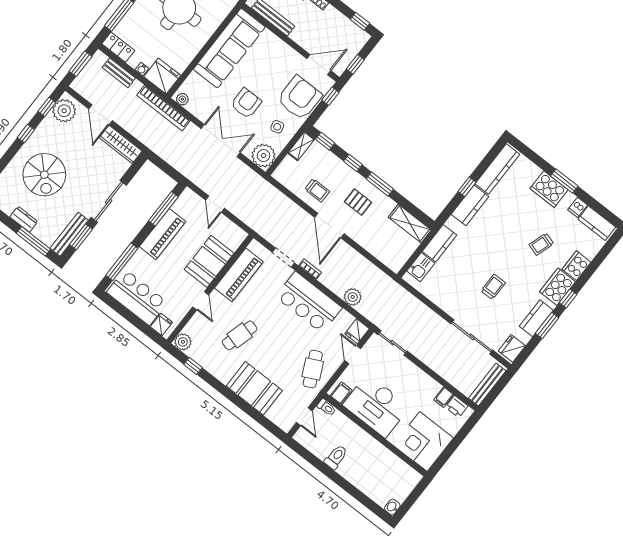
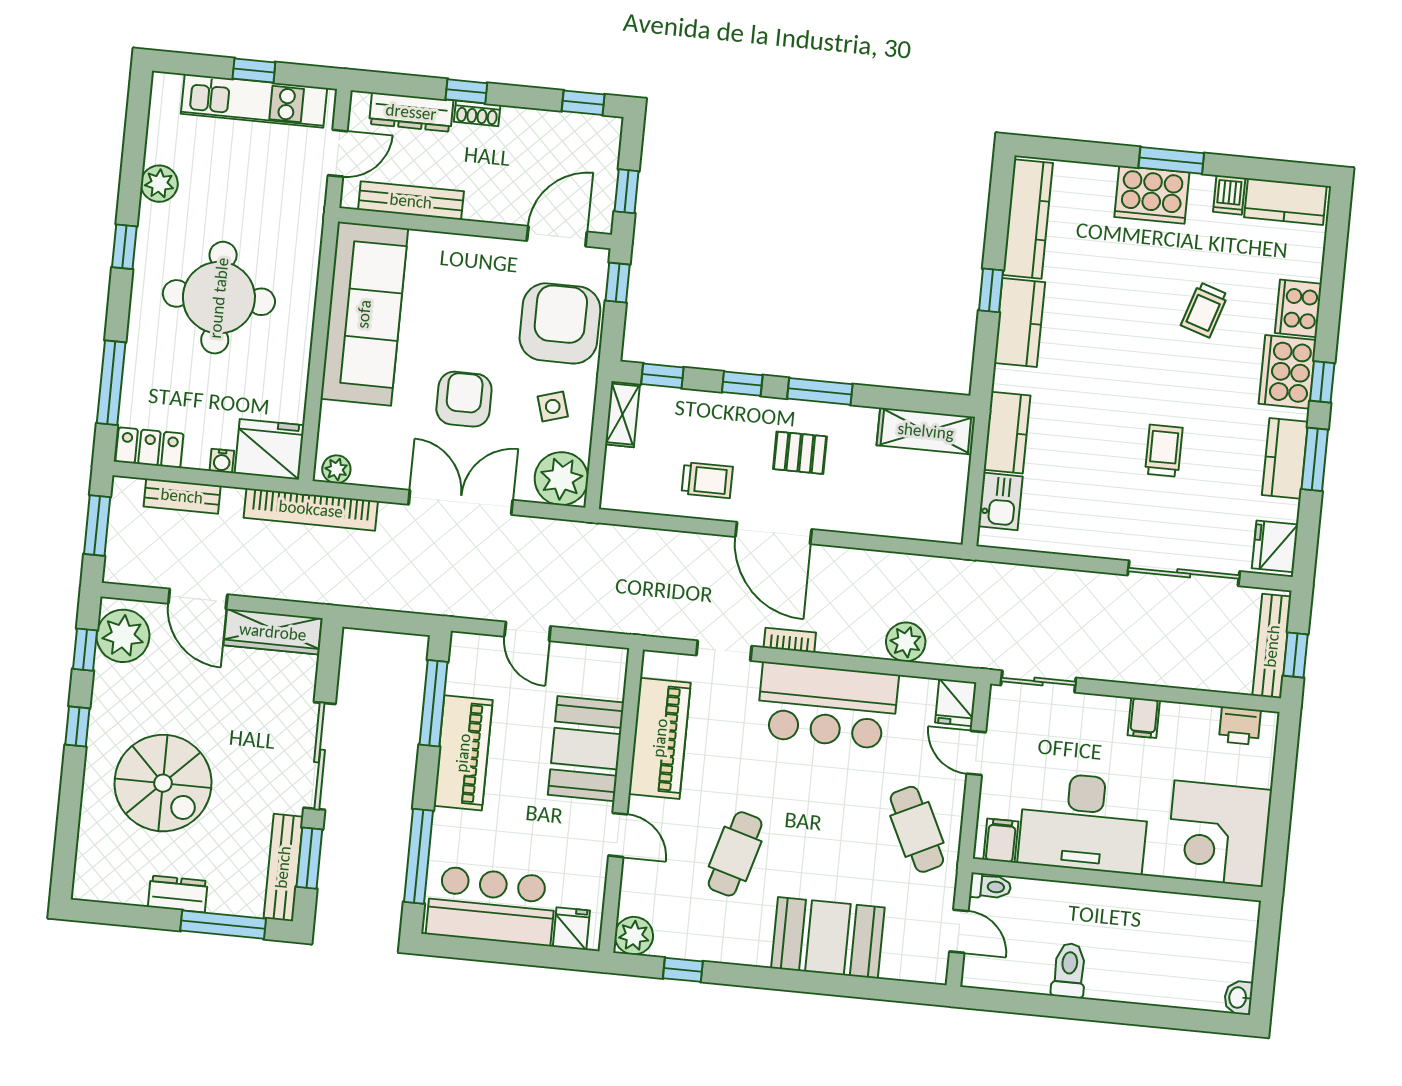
window: (494, 393) -> (1296, 655), added
filing cabinet: (444, 397) -> (1144, 718), moved

